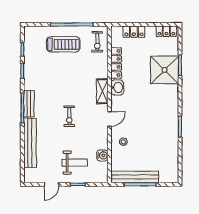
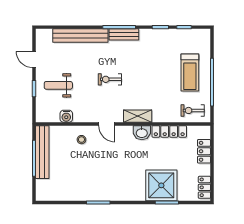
weight bench: (75, 163) -> (58, 85), turned 90

